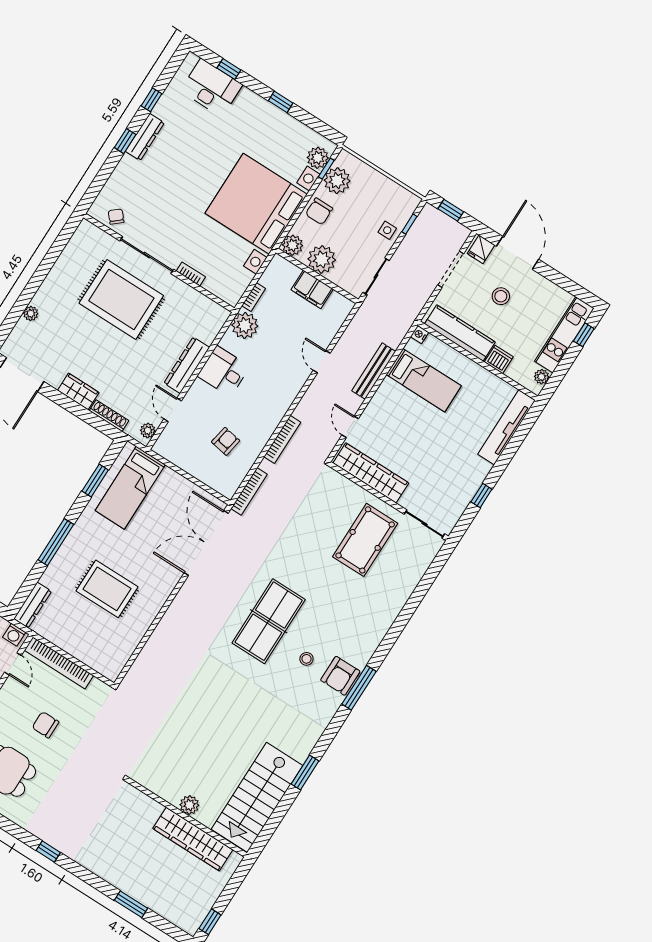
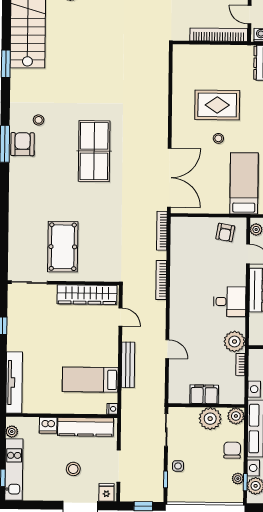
plant: (337, 181) -> (238, 479), width x0.53, depth x0.53
armchair: (226, 441) -> (225, 232), moved
stool: (128, 553) -> (218, 138), added
stool: (306, 659) -> (39, 120), moved

